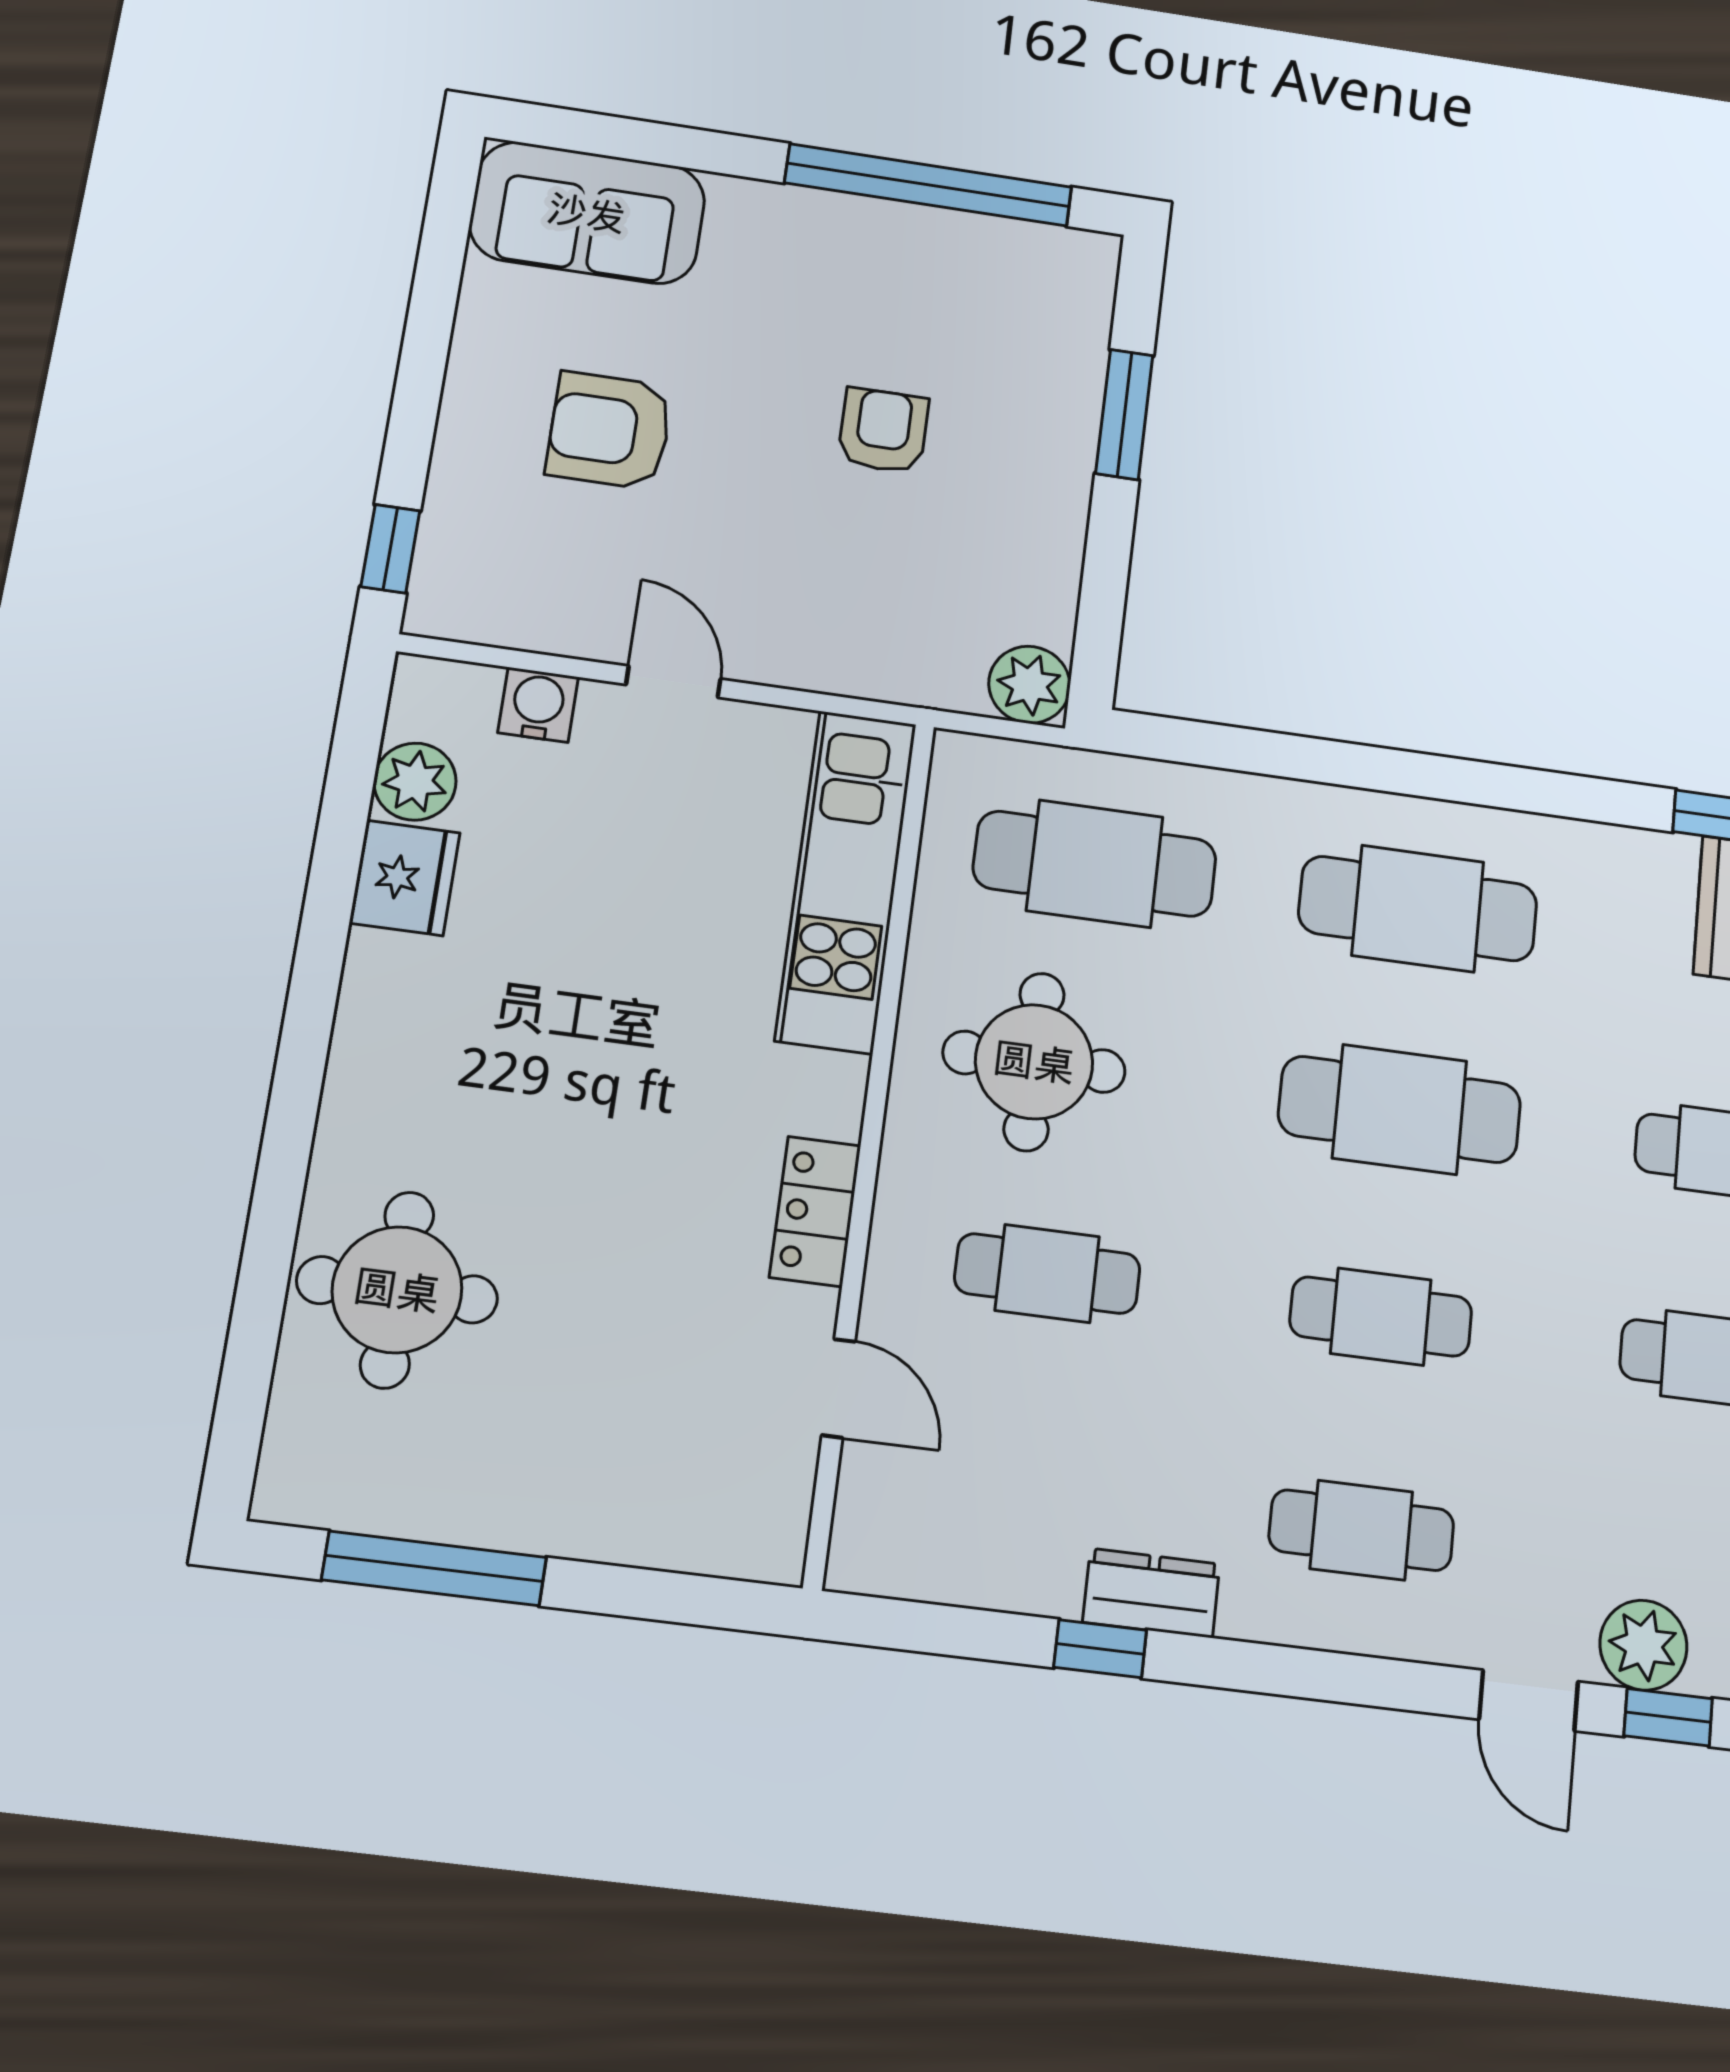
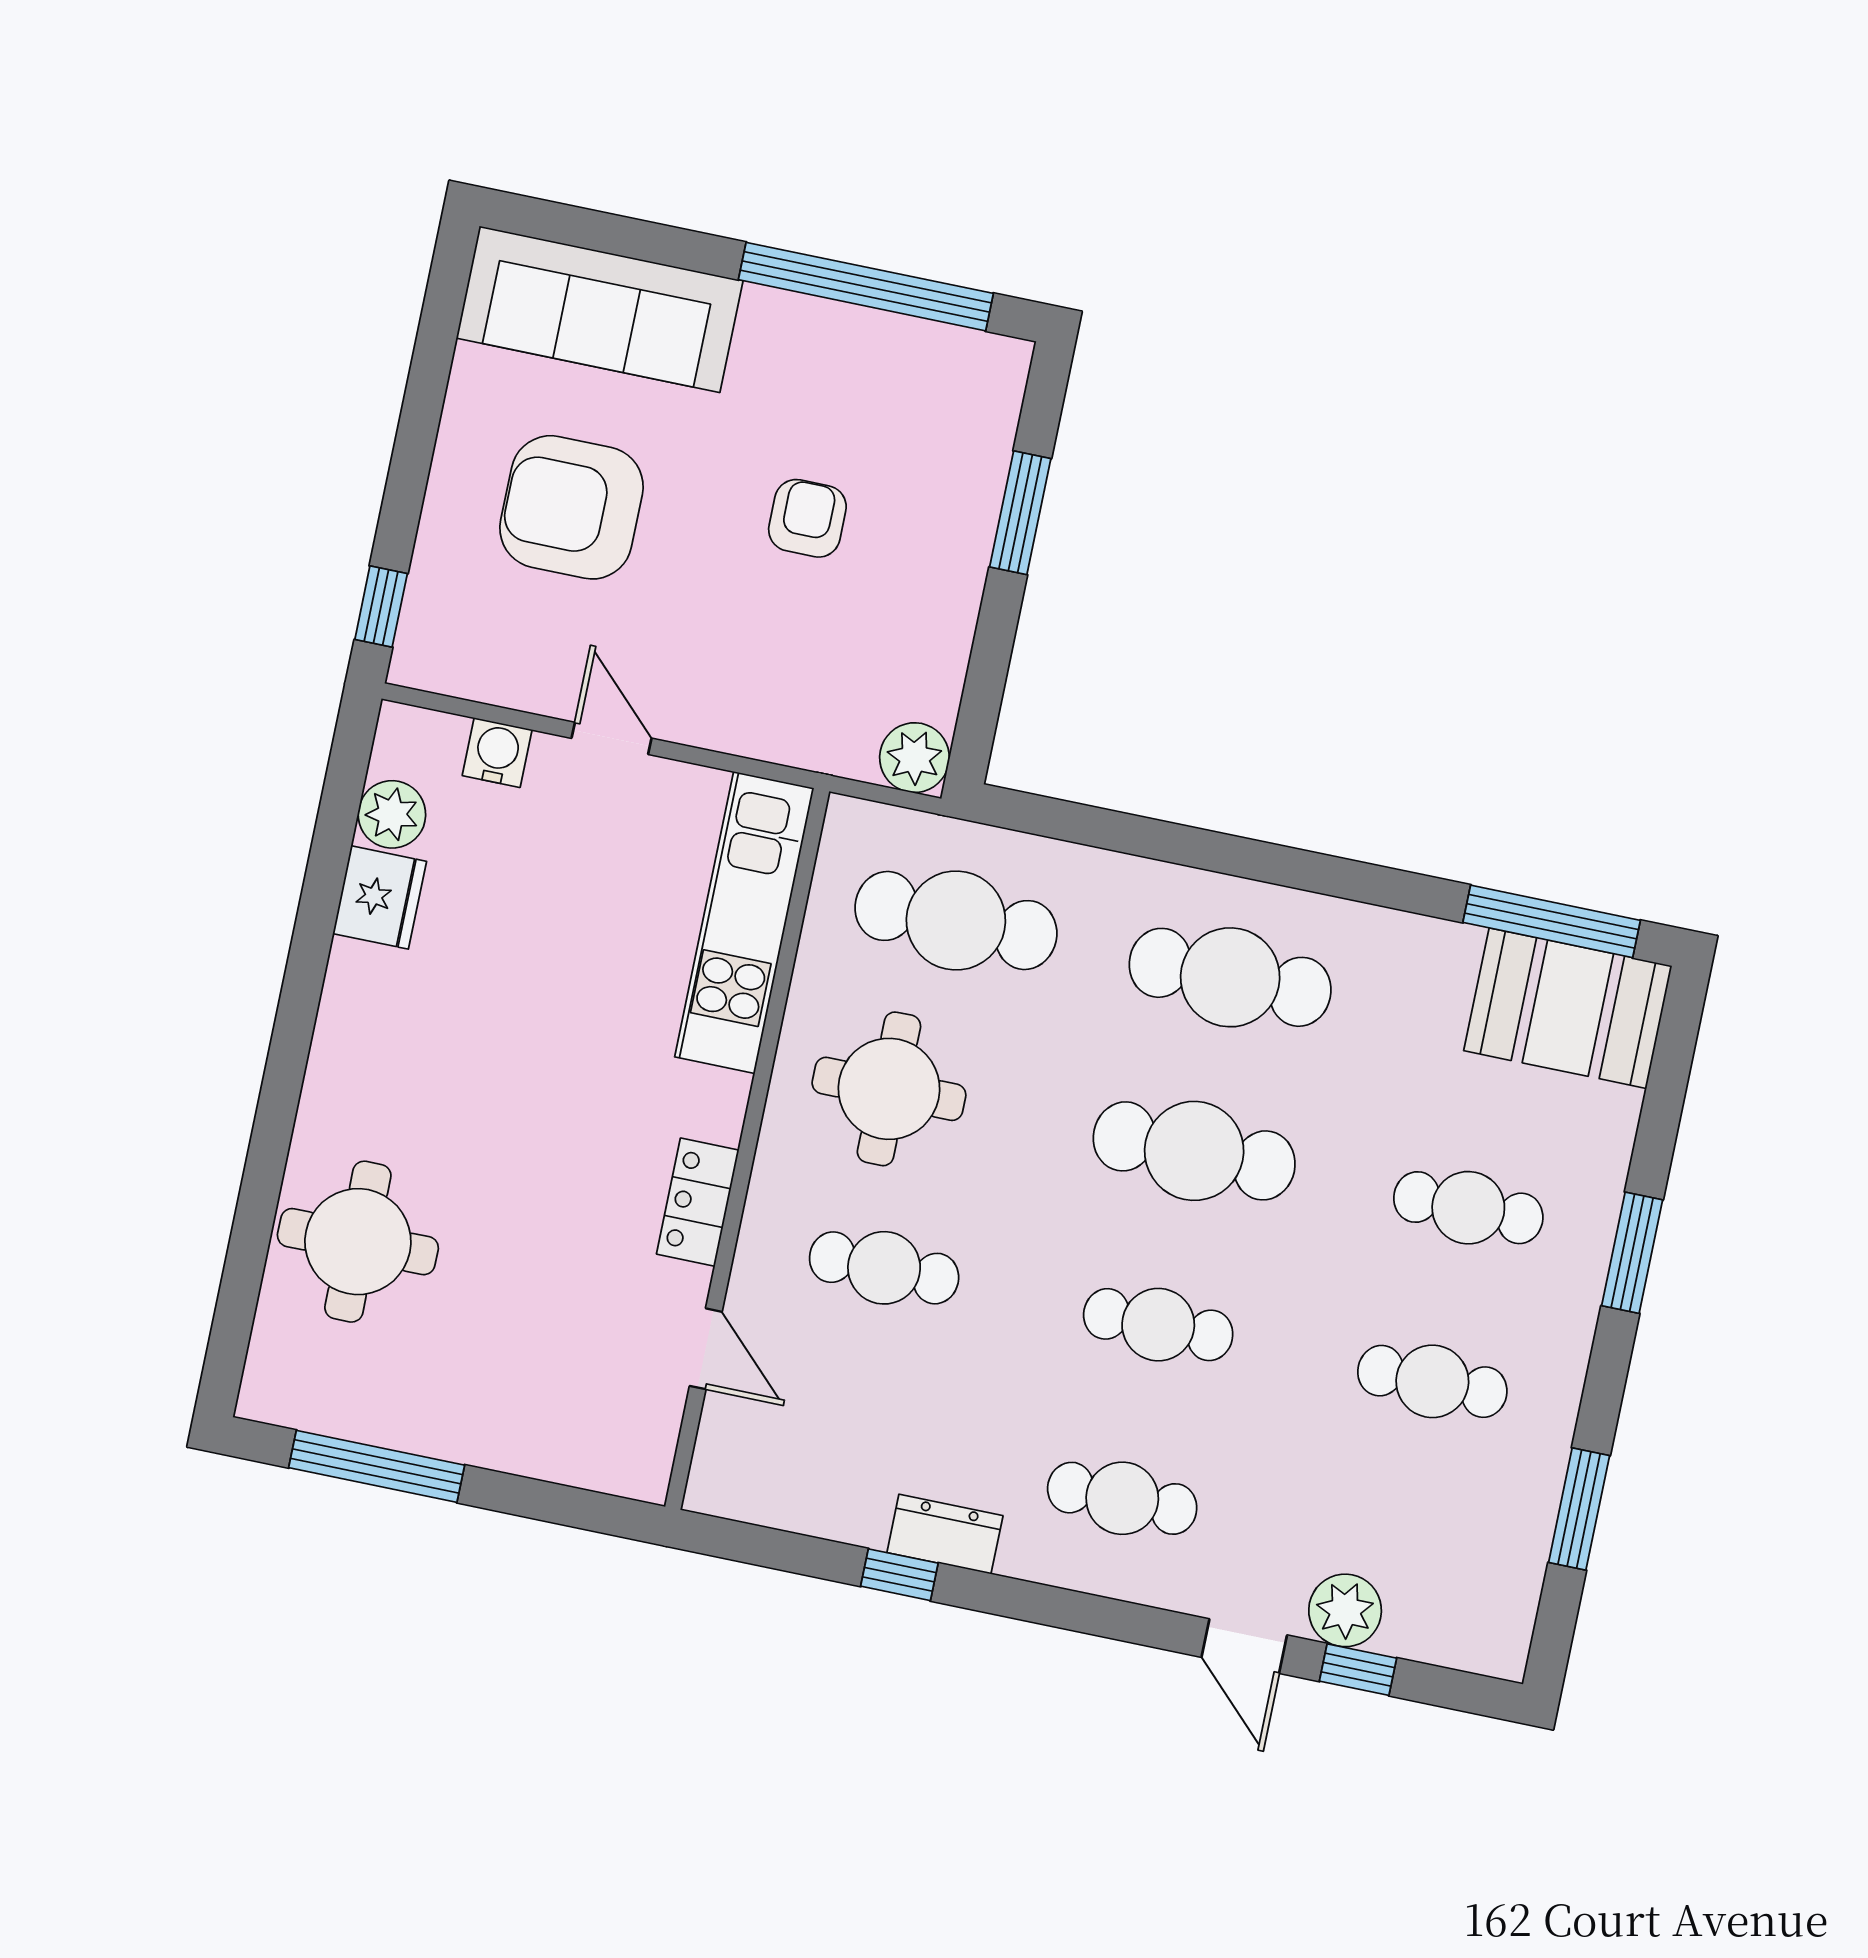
sofa: (587, 213) -> (600, 309), width x1.36
armchair: (609, 430) -> (571, 507), width x1.36, depth x1.36

